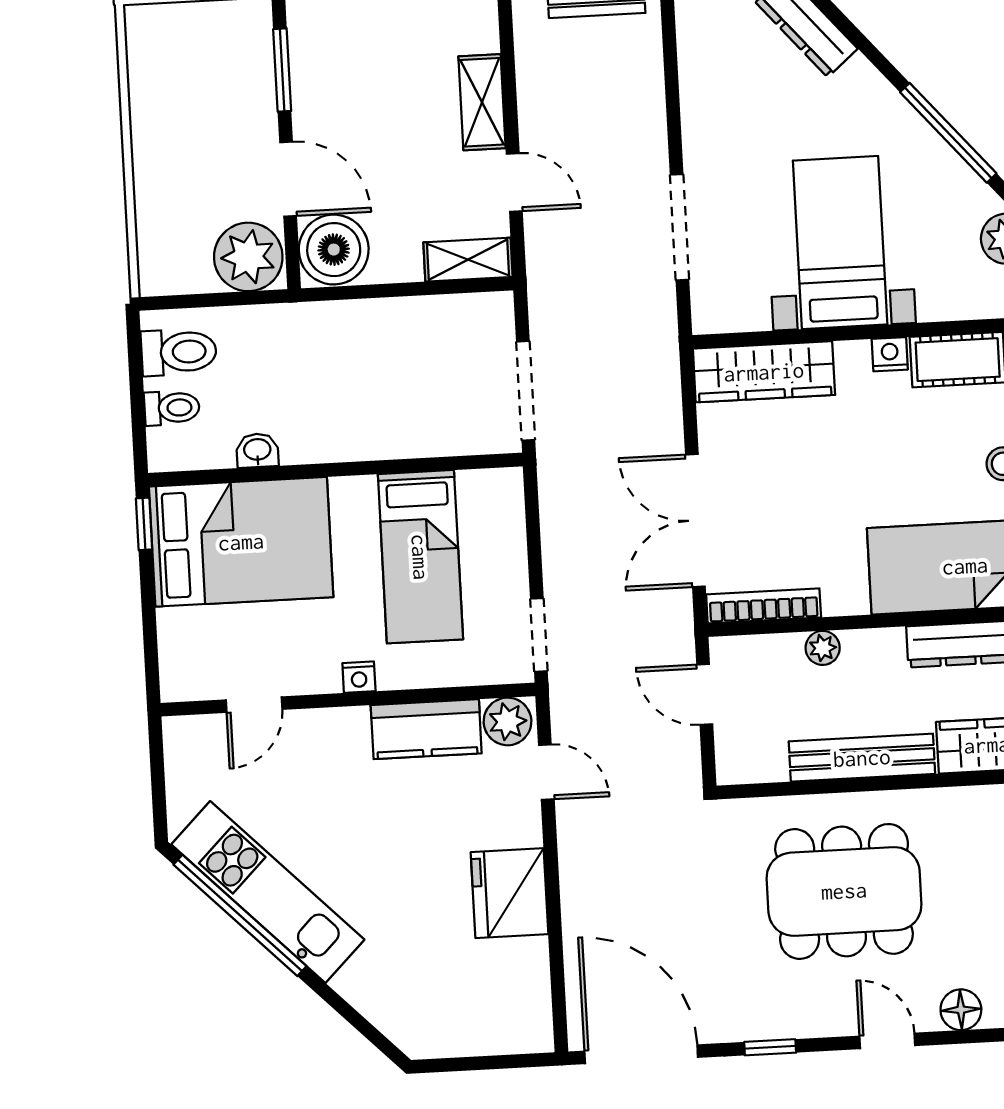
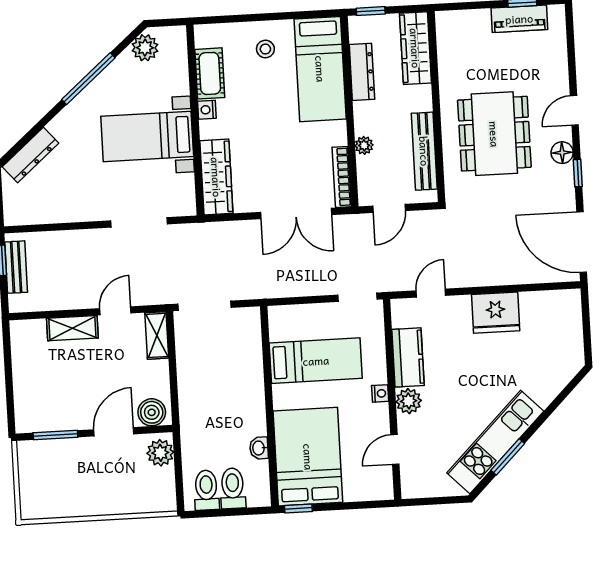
boiler: (334, 250) -> (152, 412), width x0.73, depth x0.73
plant: (248, 257) -> (160, 453), width x0.73, depth x0.73
doorway: (526, 391) -> (205, 306), moved
toilet: (172, 408) -> (233, 488), width x1.37, depth x1.39
door: (254, 705) -> (395, 449), swing flipped
plant: (507, 721) -> (409, 401), moved
bench: (862, 758) -> (424, 151), moved
window: (240, 915) -> (508, 457), width x0.47
floor lamp: (961, 1010) -> (562, 153), moved
door: (641, 1054) -> (582, 242), hinge flipped

